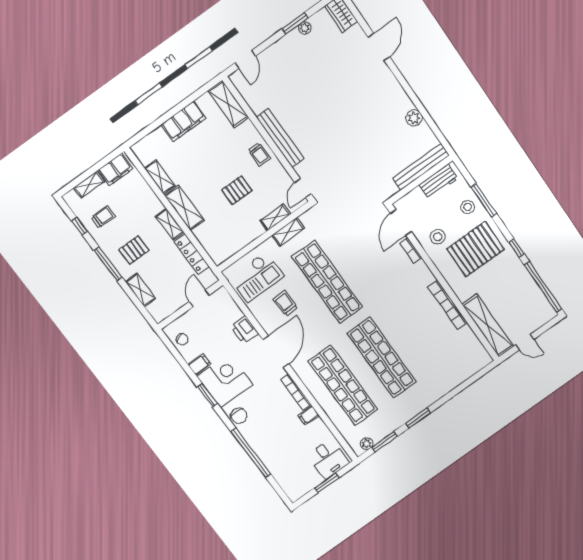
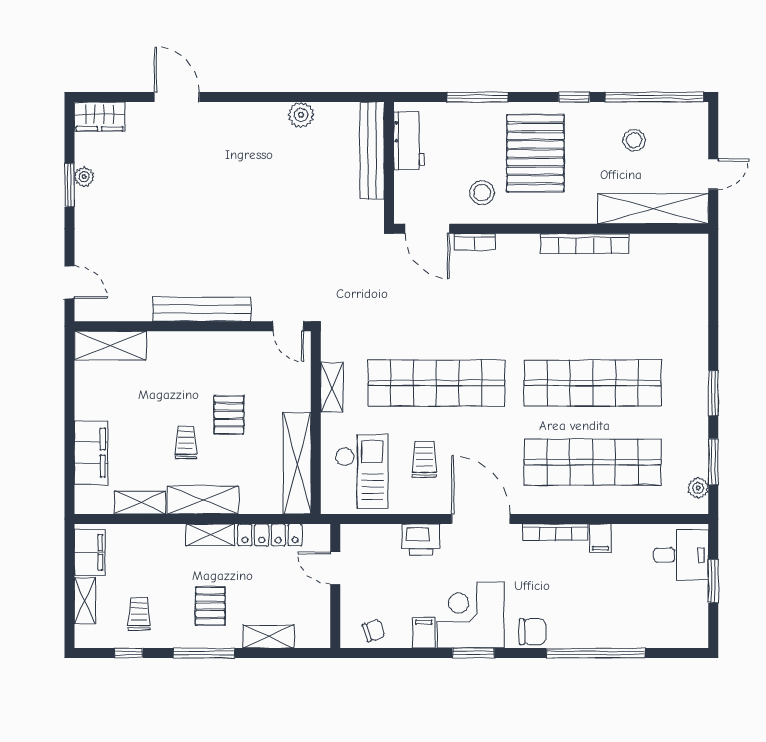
filing cabinet: (183, 121) -> (91, 453), moved
trolley: (259, 155) -> (186, 442), moved, turned -90
stool: (468, 207) -> (634, 140), moved
shelving: (275, 217) -> (297, 463), moved, width x2.20, depth x1.33
trolley: (285, 303) -> (424, 459), turned 92

